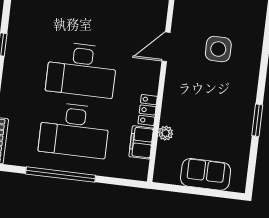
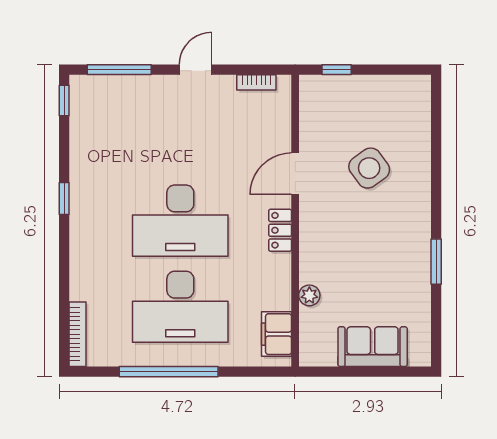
side table: (218, 49) -> (369, 168), turned -36
locker: (148, 110) -> (280, 230), moved
filing cabinet: (141, 142) -> (276, 334), moved

